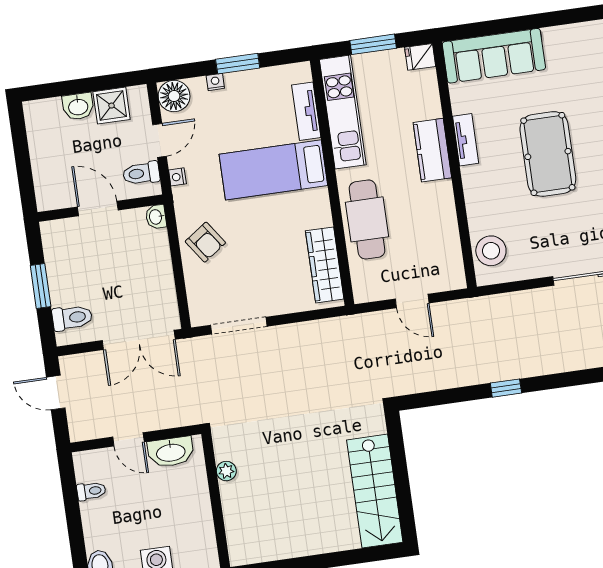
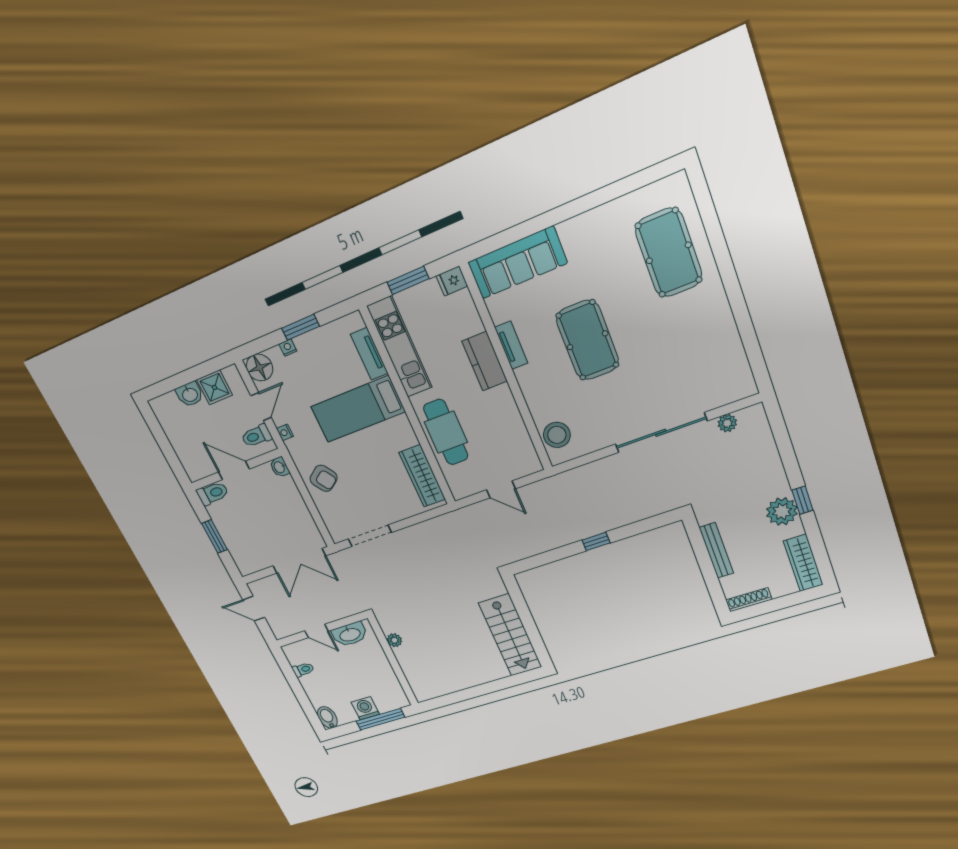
toilet: (72, 318) -> (213, 493), moved

